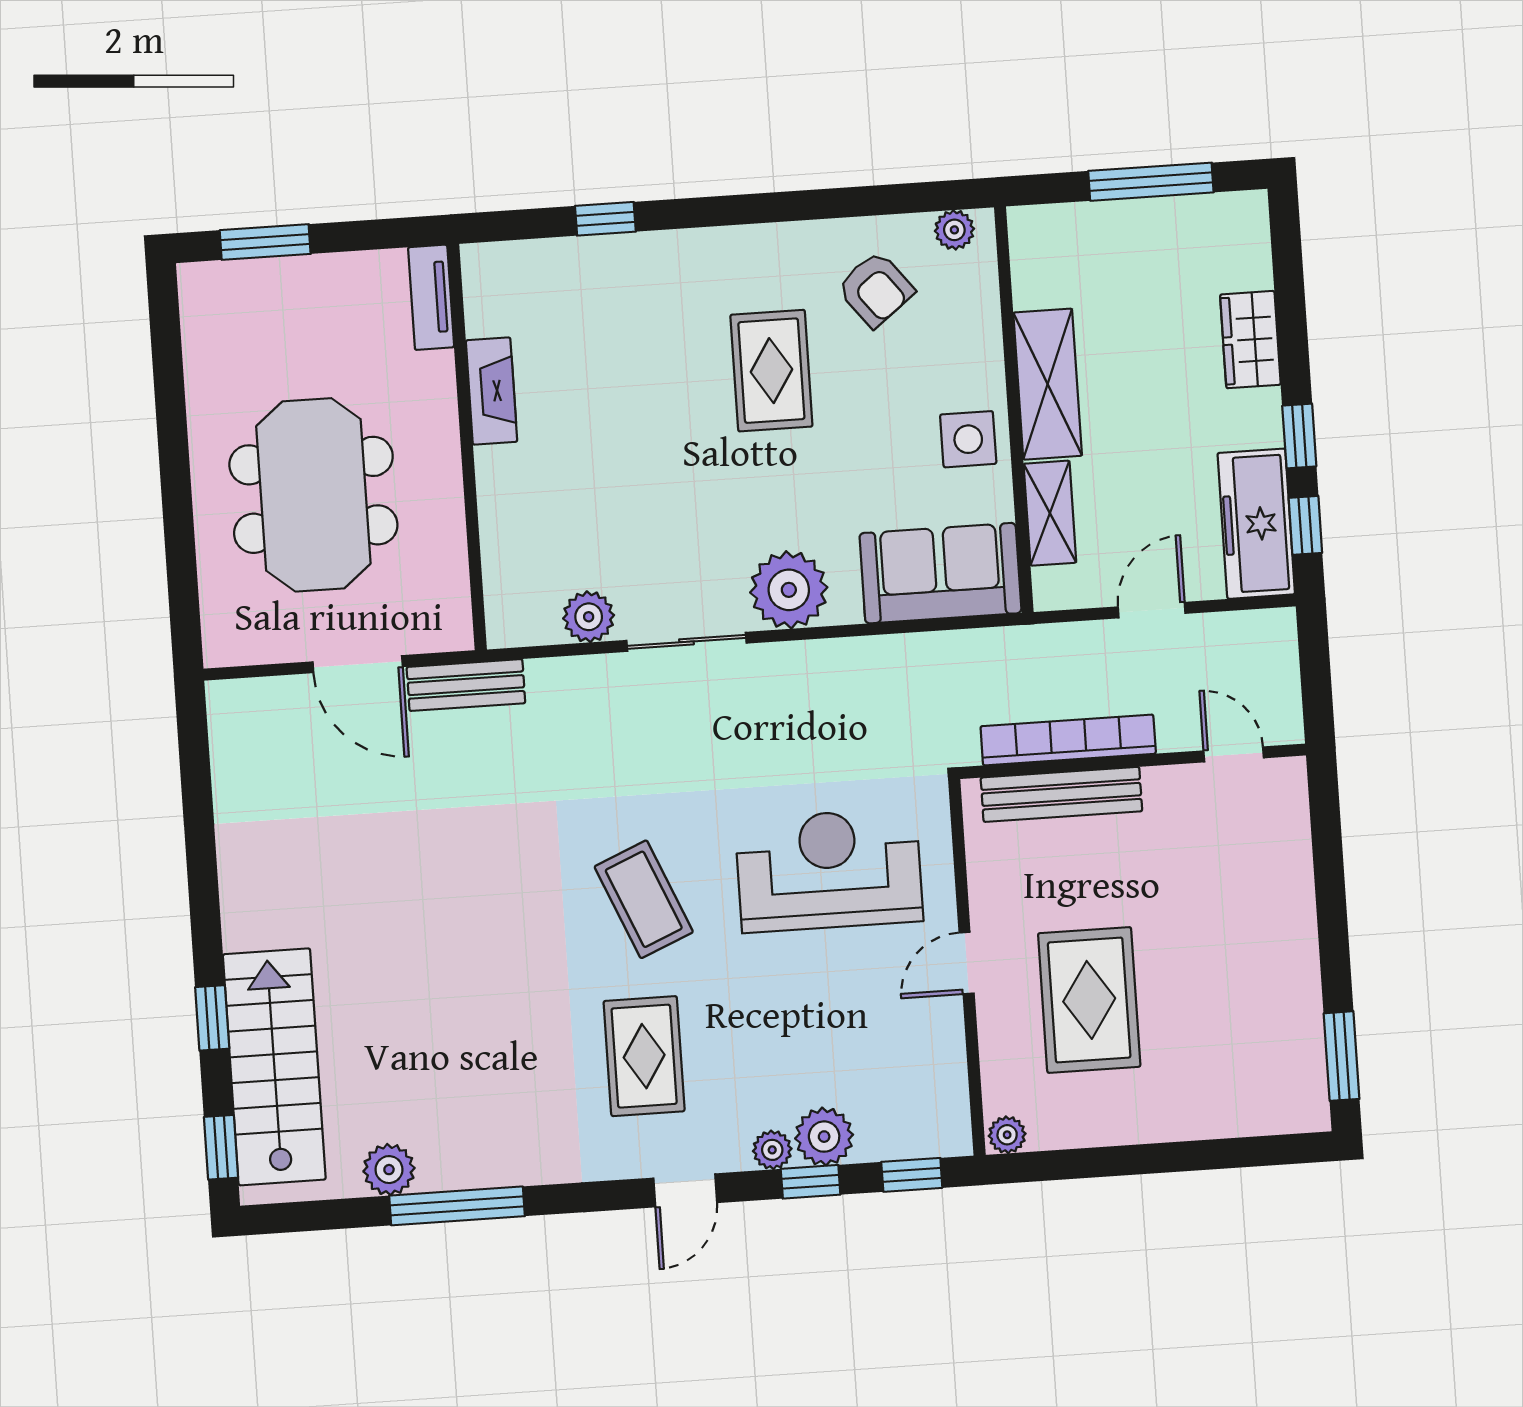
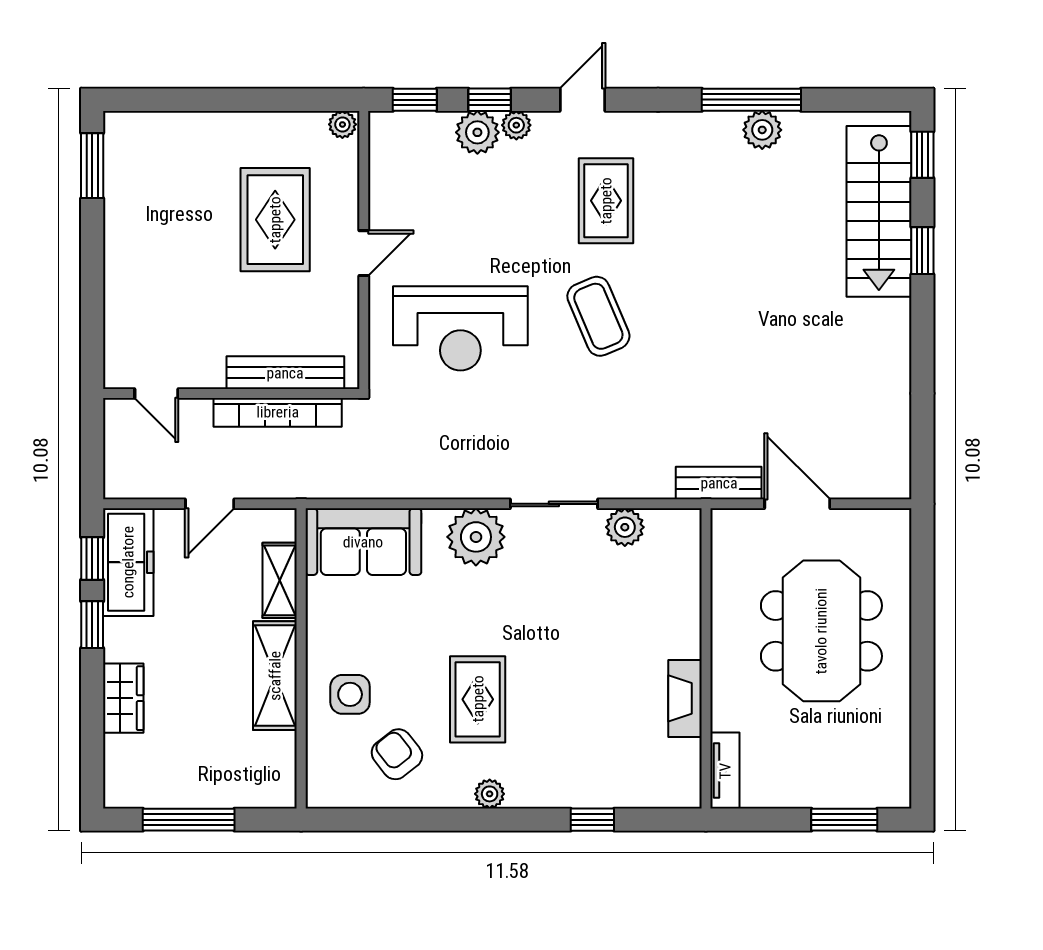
plant: (954, 230) -> (490, 794), moved
side table: (968, 439) -> (350, 694), moved
plant: (389, 1170) -> (762, 130), moved

